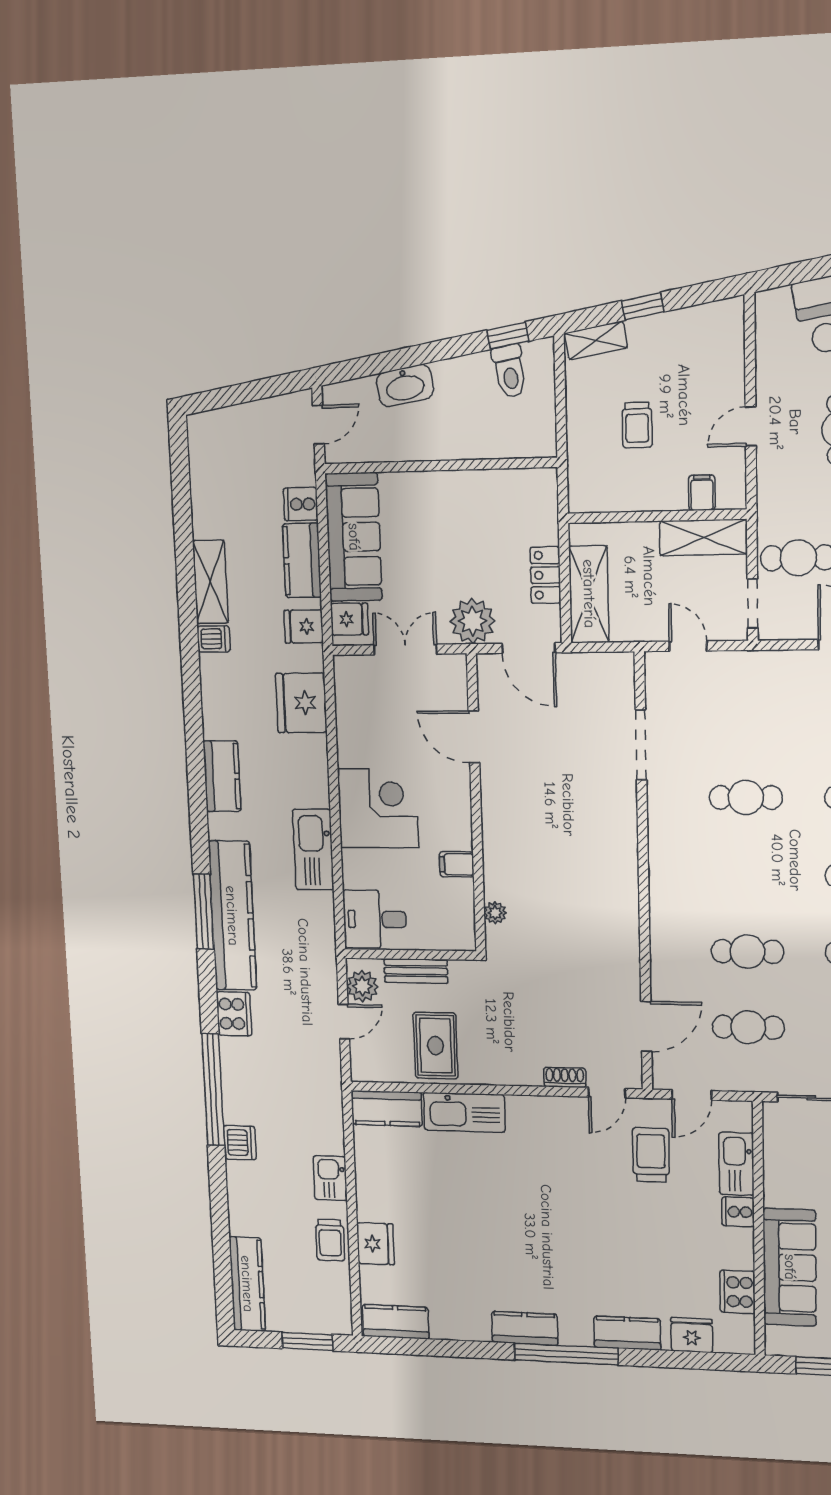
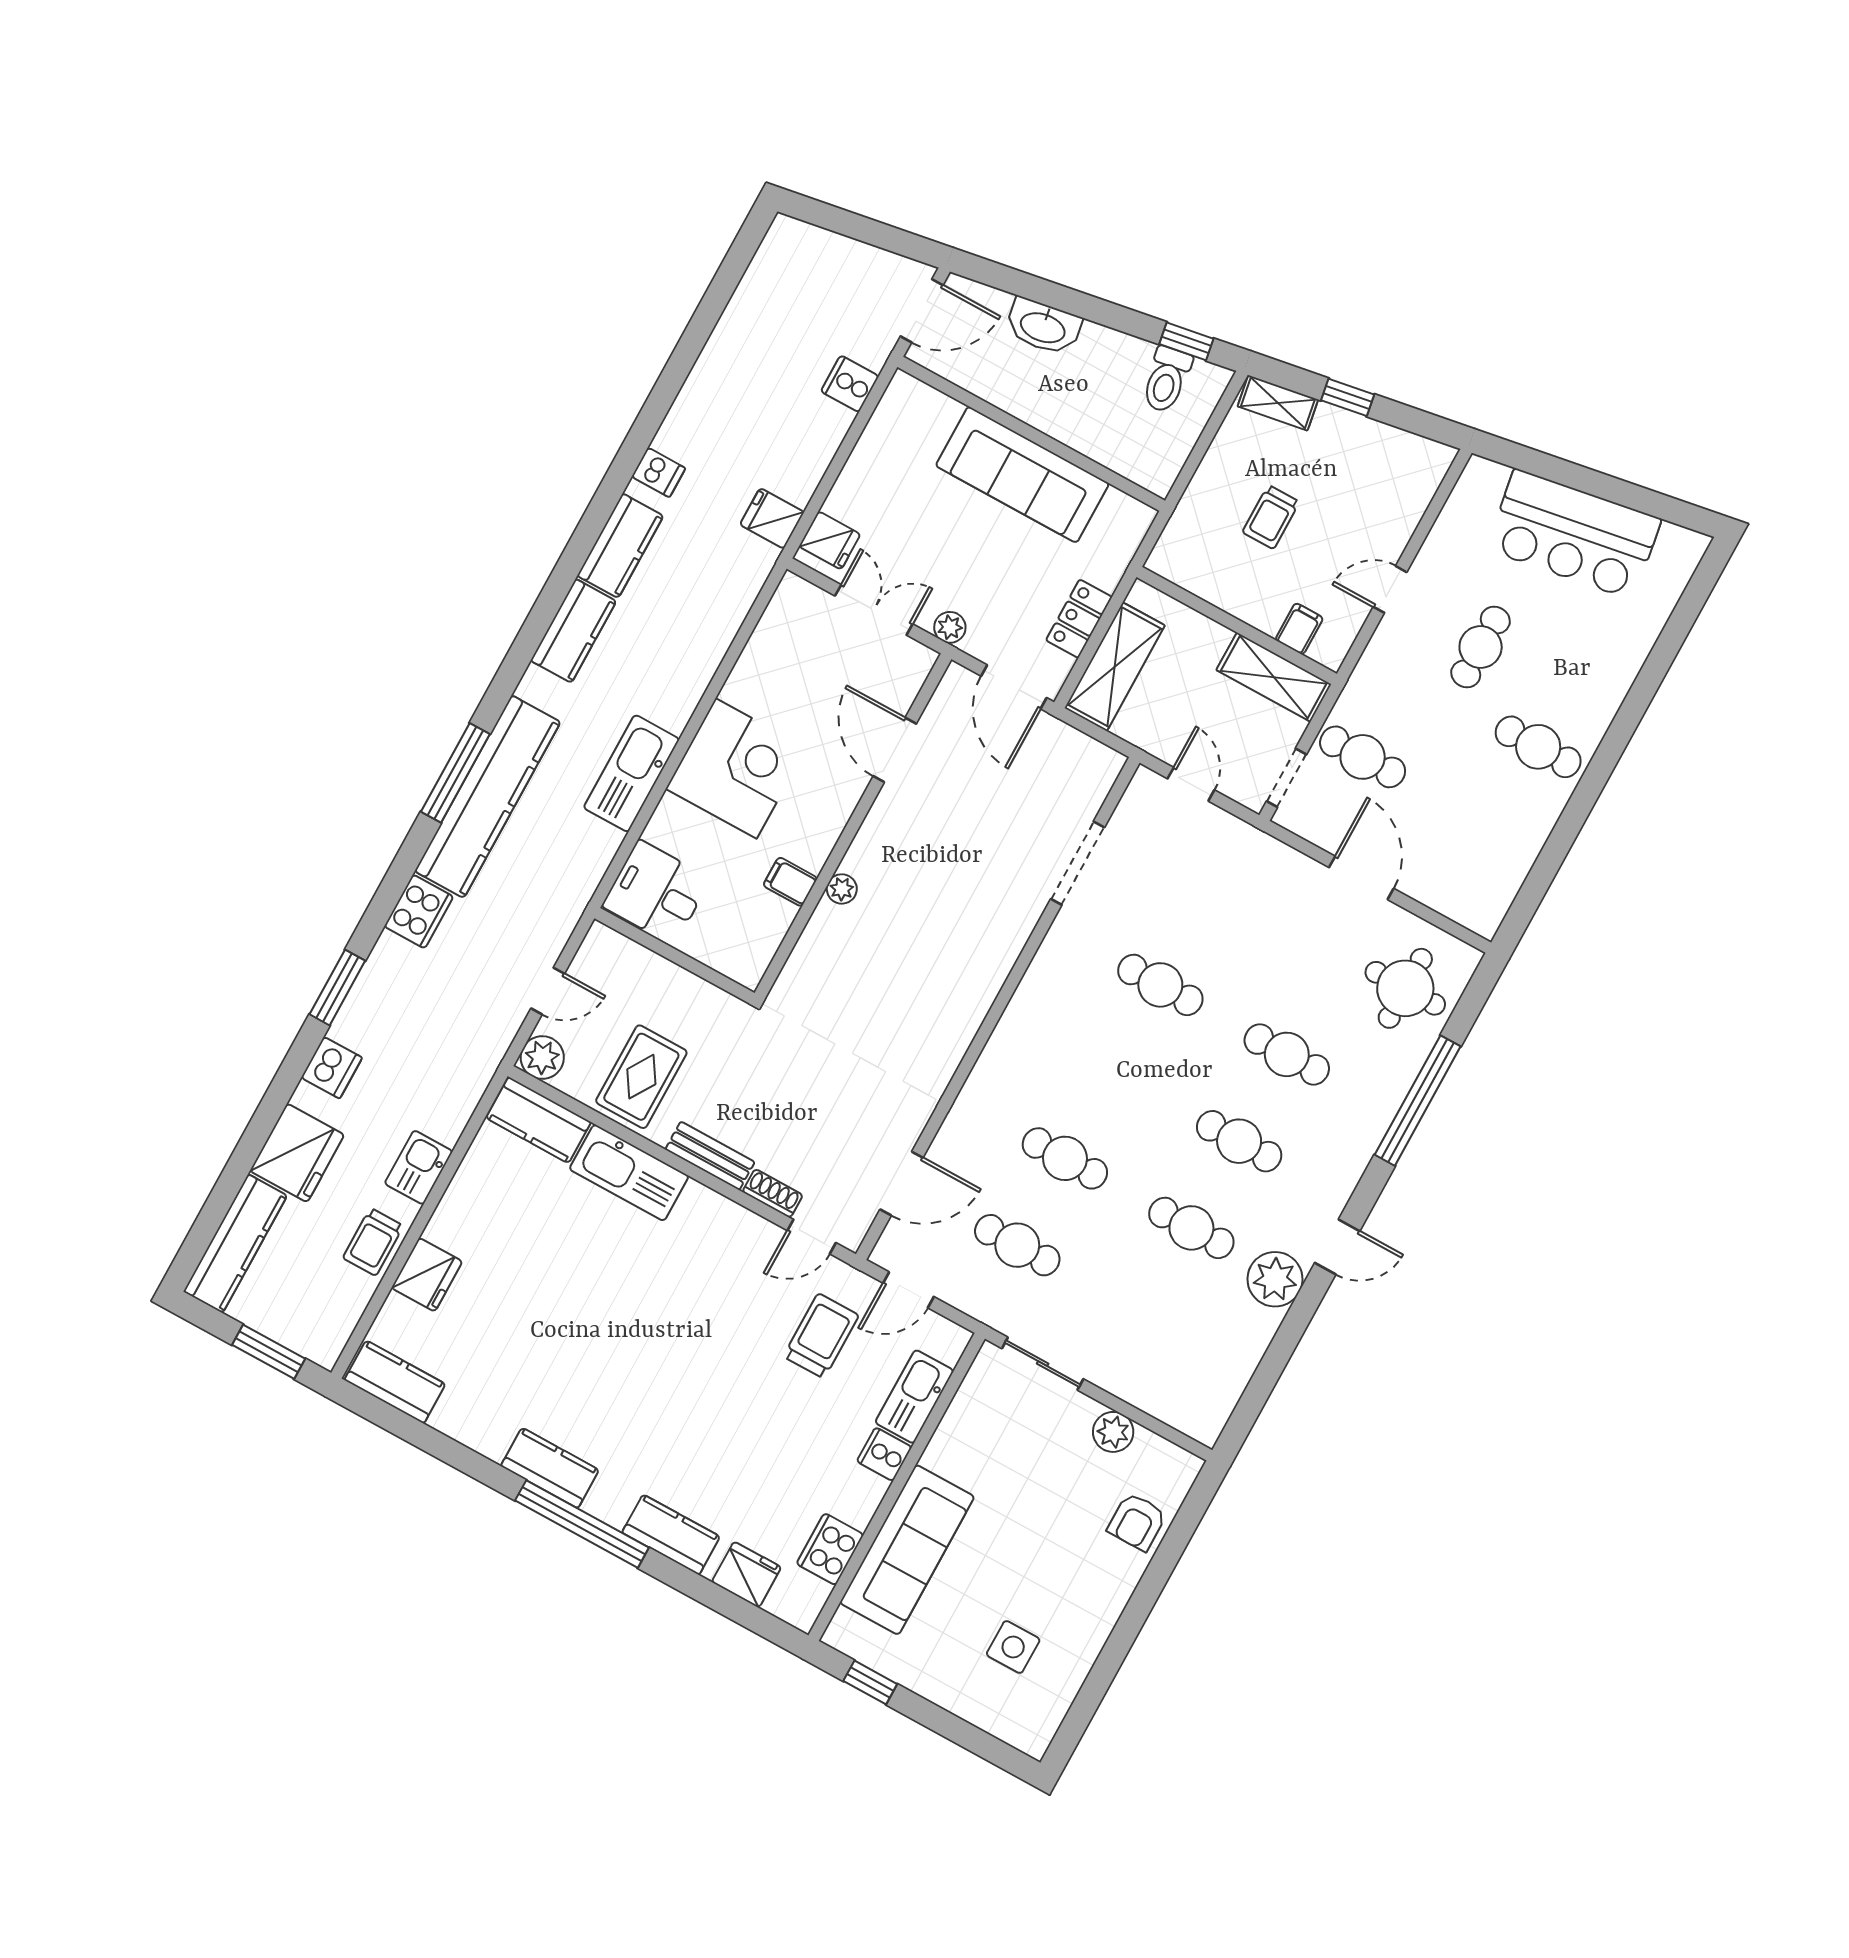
door: (318, 425) -> (922, 311), width x1.38
sofa: (354, 537) -> (1022, 475), moved, turned 90
kitchen counter: (302, 560) -> (620, 546), moved, turned 180
shelving: (210, 582) -> (694, 408), removed
plant: (472, 621) -> (950, 627), width x0.53, depth x0.53
fridge: (301, 703) -> (297, 1153), moved, turned 180
plant: (495, 913) -> (842, 889), moved
bench: (416, 971) -> (710, 1156), moved
plant: (362, 986) -> (542, 1057), moved
window: (213, 1090) -> (337, 987), width x0.47

